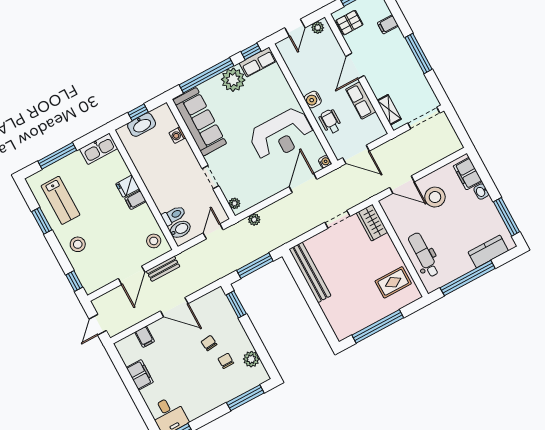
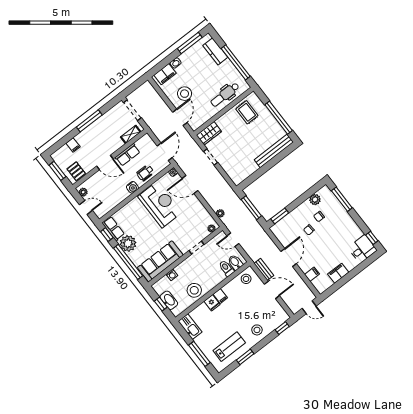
stool: (150, 164) -> (194, 290), added
bench: (310, 272) -> (274, 151), moved

